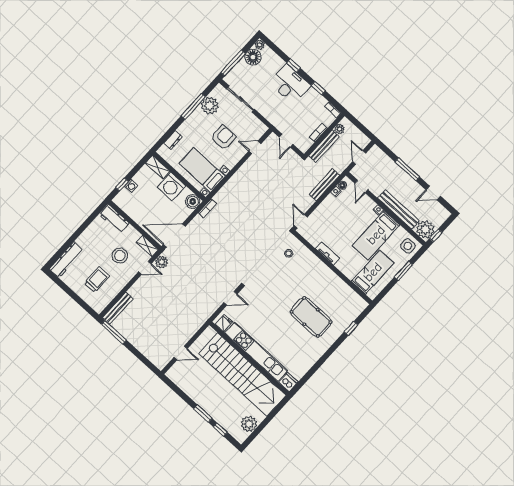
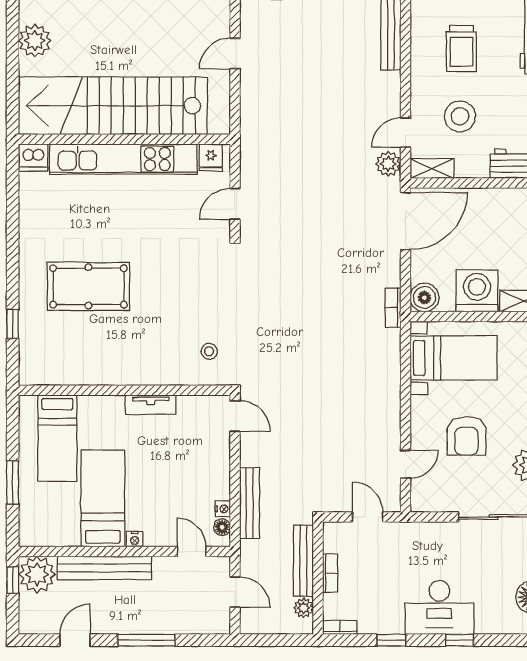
side table: (408, 246) -> (40, 526), removed

